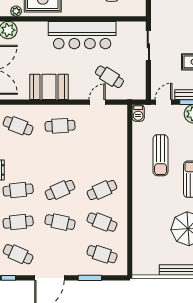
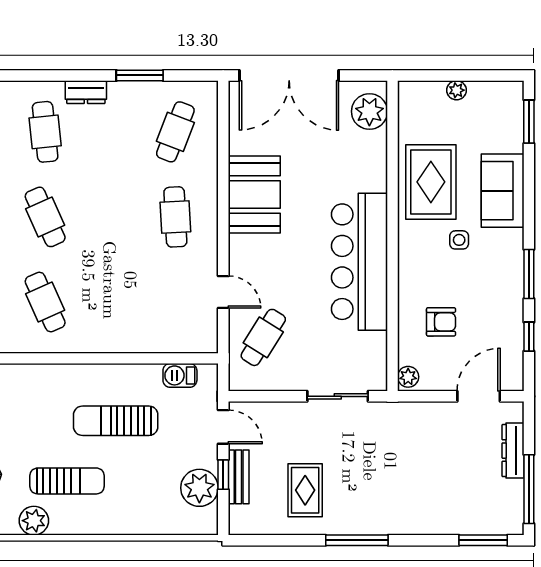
plant: (16, 11) -> (408, 377), moved
cafe table: (109, 77) -> (263, 337), moved
barbecue: (138, 113) -> (180, 375), moved

